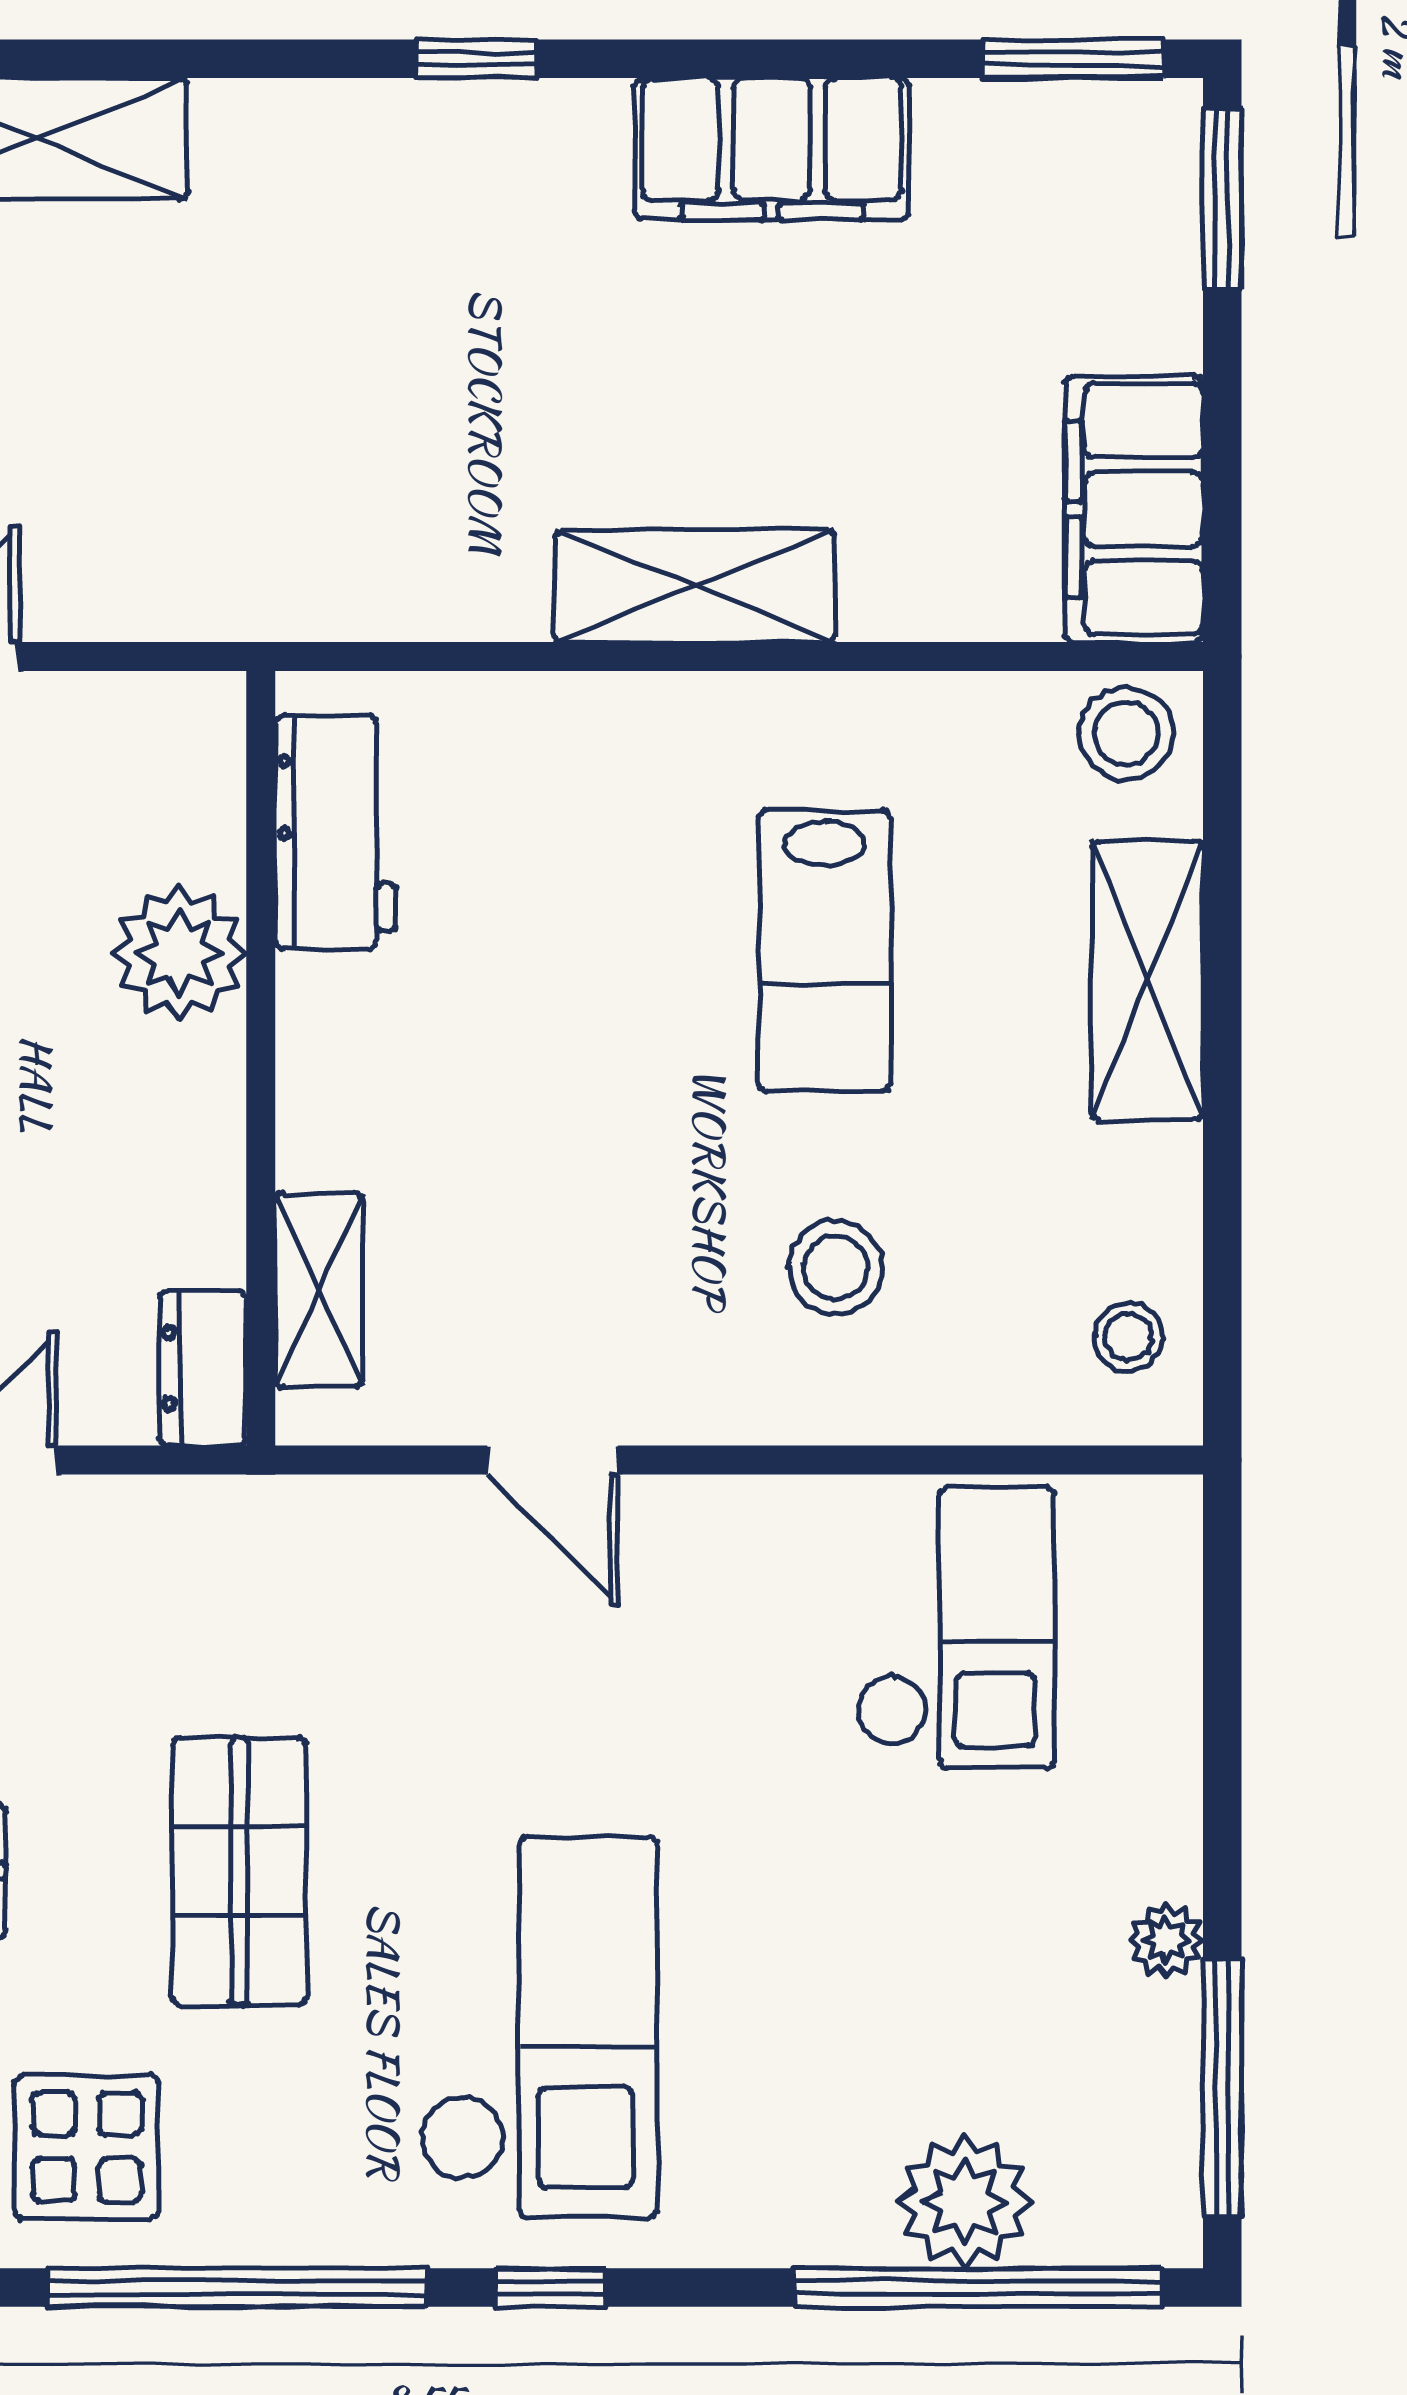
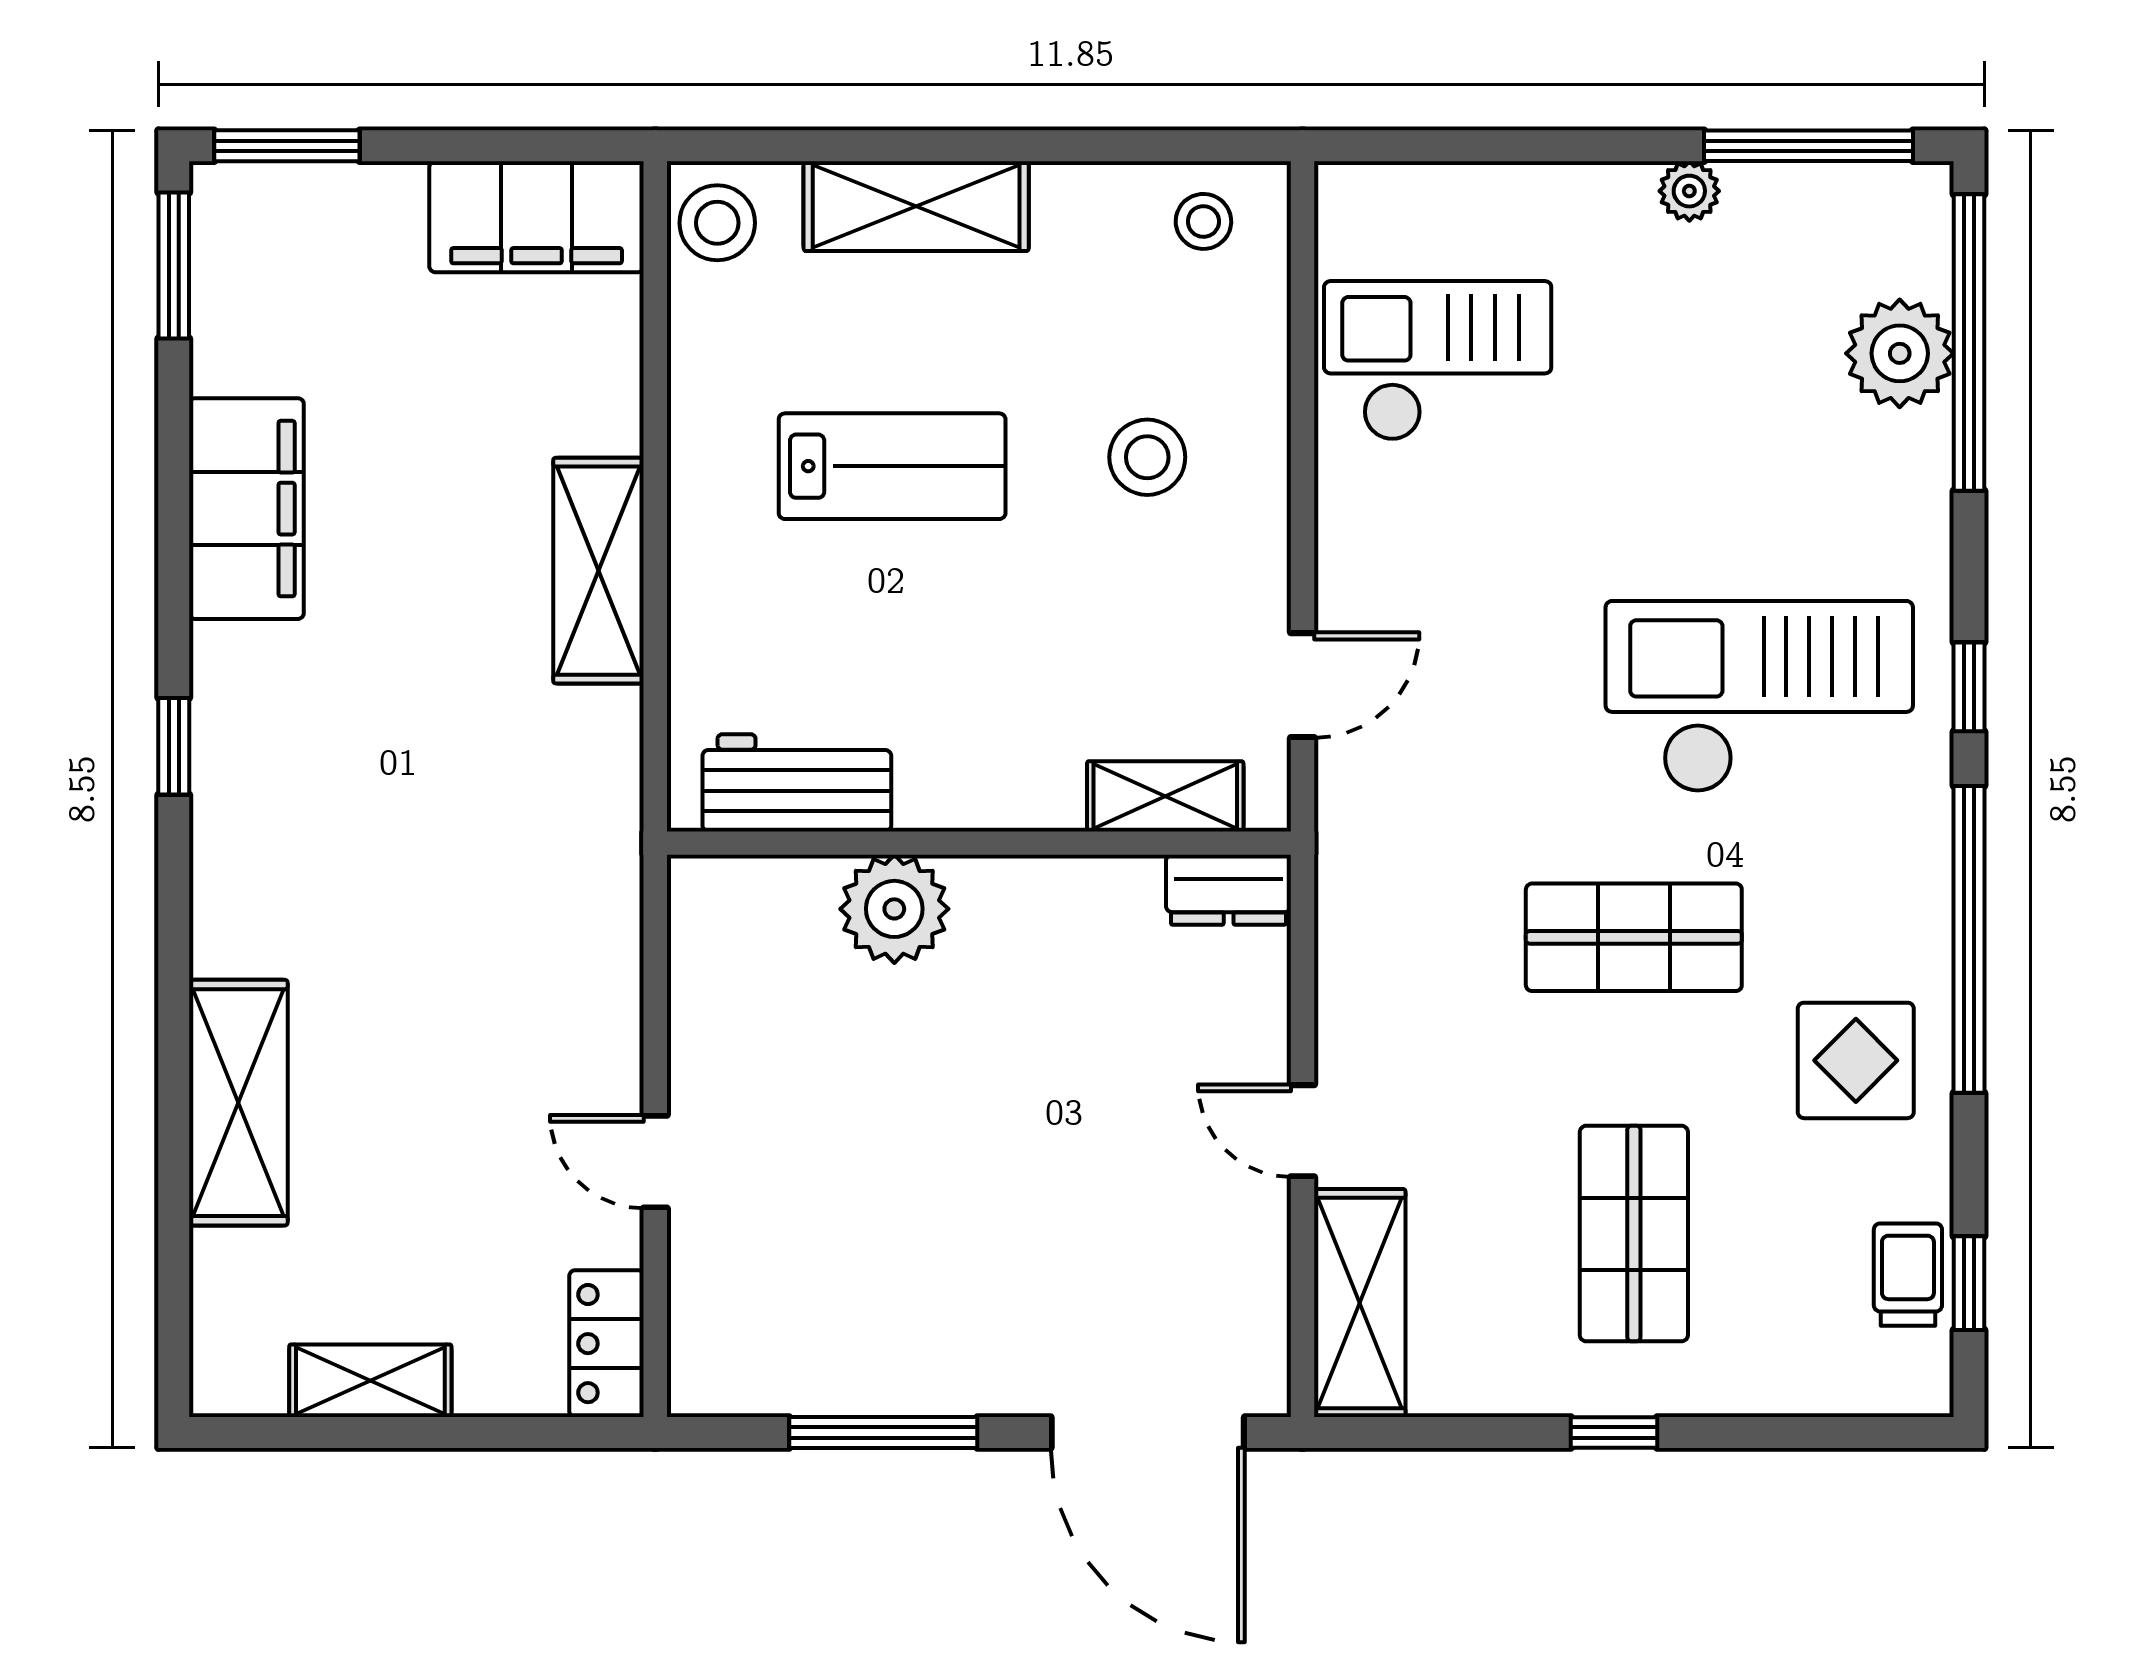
workbench: (336, 832) -> (797, 783), moved
plant: (179, 953) -> (894, 909), moved
wall: (261, 1058) -> (979, 843), moved
shelving: (319, 1290) -> (1165, 796), moved
dresser: (203, 1368) -> (1229, 890), moved

